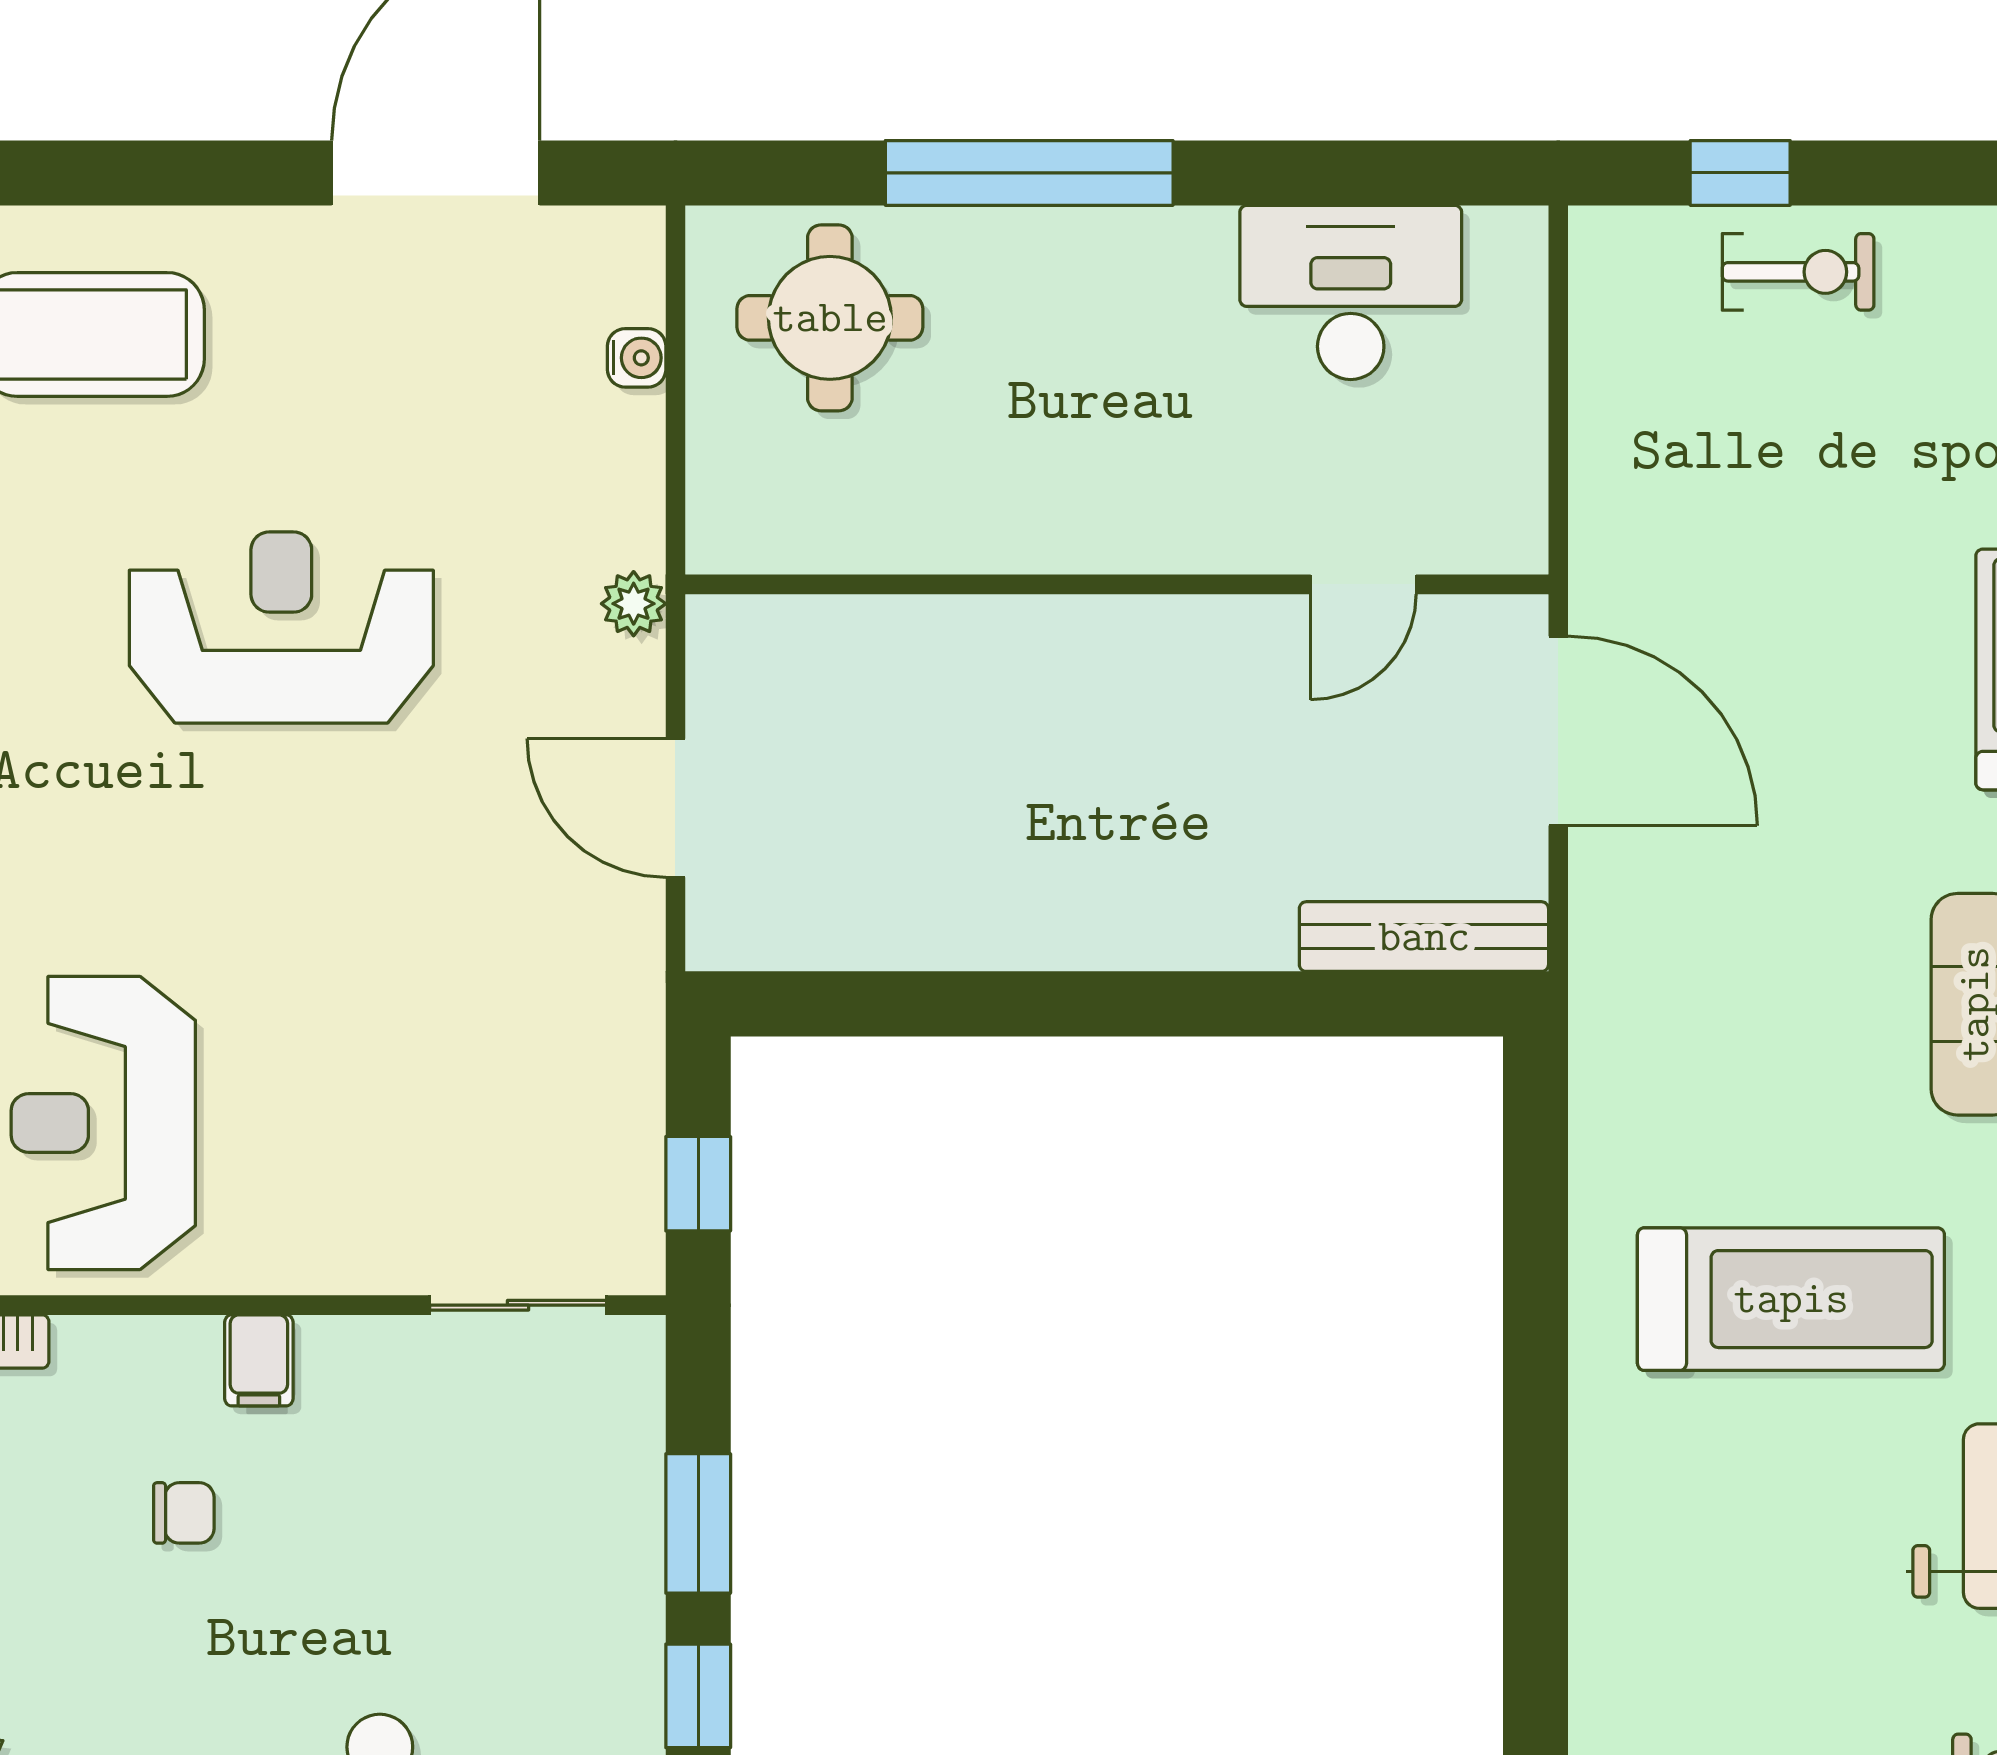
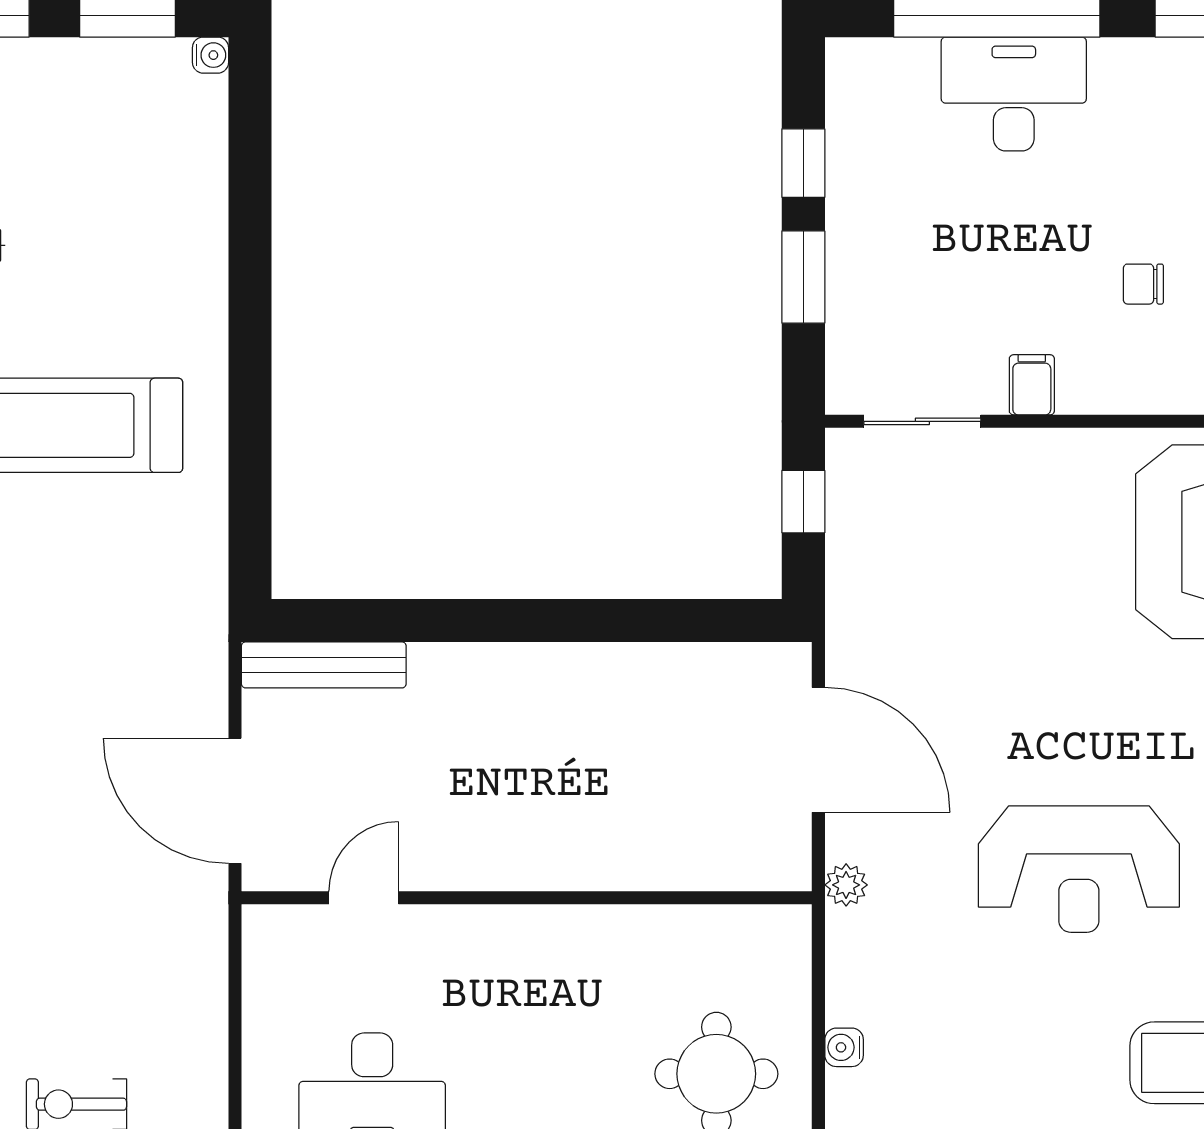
door: (675, 808) -> (818, 750), width x1.36
filing cabinet: (259, 1360) -> (1032, 385), moved

